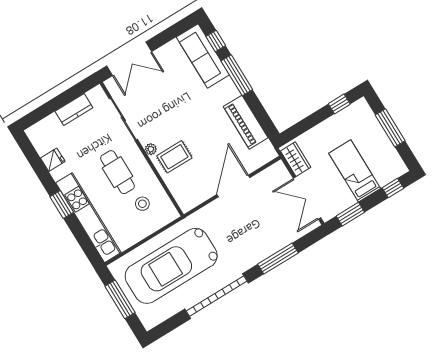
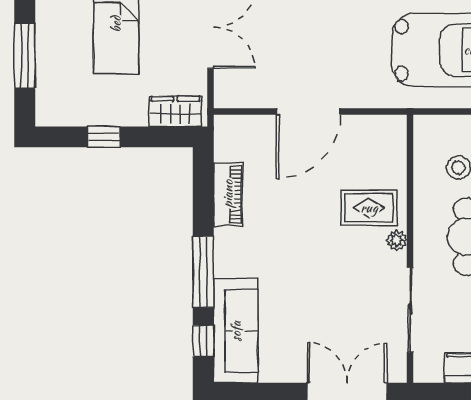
window: (339, 104) -> (104, 137), moved
piano: (246, 122) -> (228, 194), width x0.73, depth x0.75
wardrobe: (296, 159) -> (175, 111), moved, turned 90

